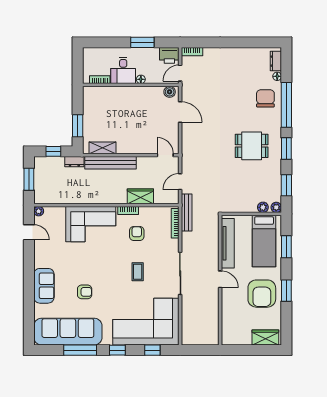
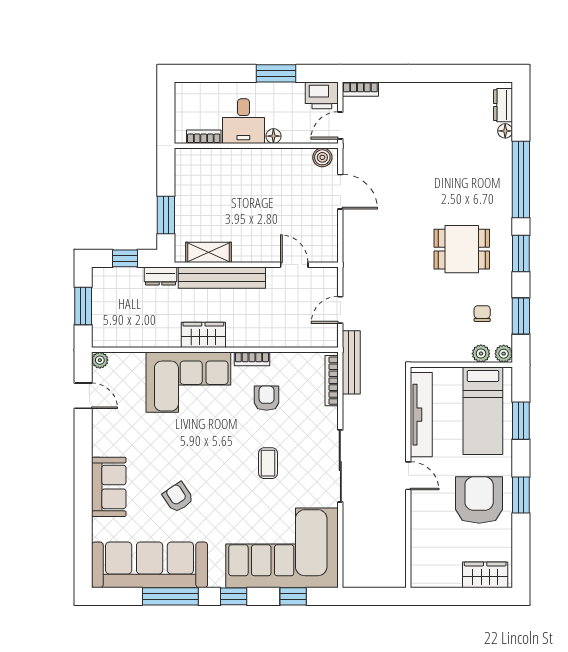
chair: (265, 98) -> (482, 314), moved, width x0.54, depth x0.54
door: (165, 155) -> (294, 265), moved
wardrobe: (140, 196) -> (203, 335), moved
armchair: (85, 292) -> (178, 497), turned -124
armchair: (262, 294) -> (479, 500), turned 180

